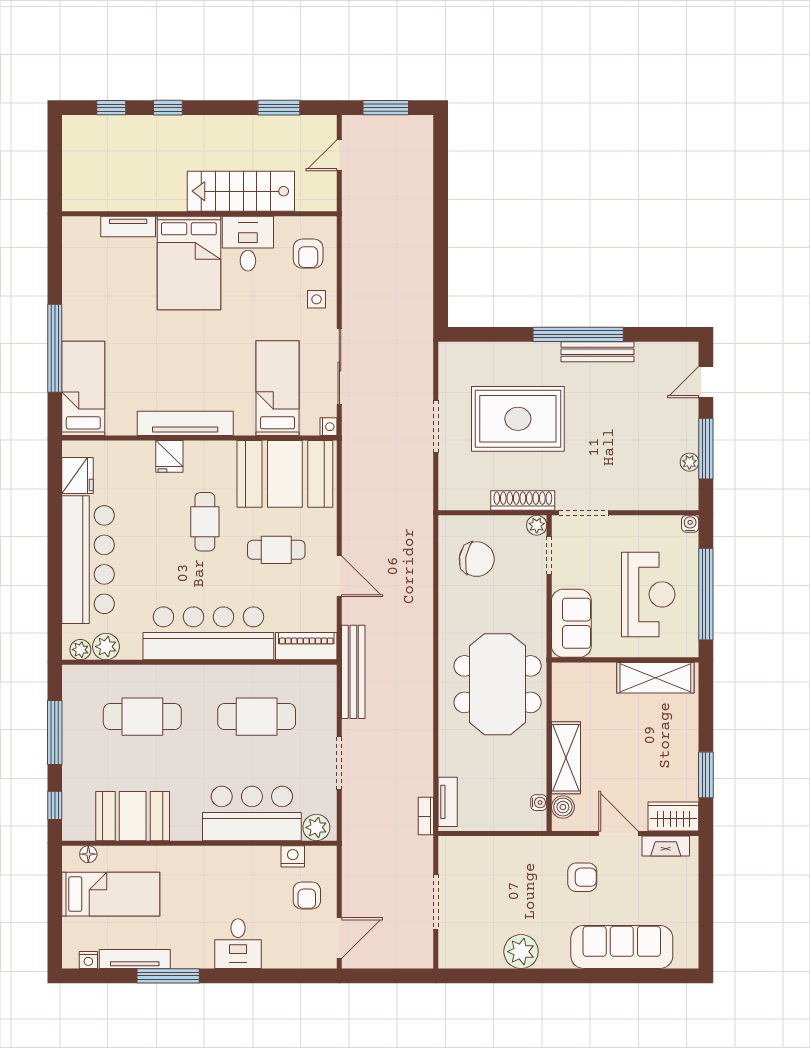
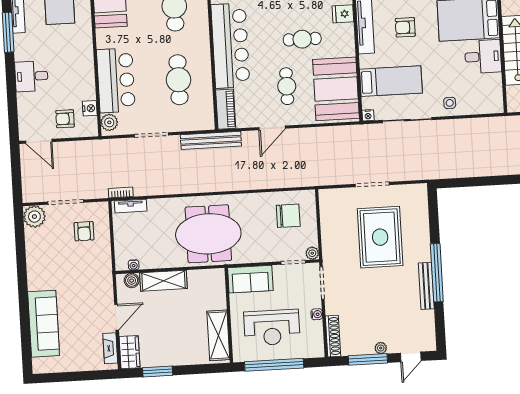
armchair: (308, 254) -> (405, 27), moved
door: (706, 382) -> (411, 357), swing flipped
plant: (689, 462) -> (381, 348), moved
shoe rack: (523, 501) -> (333, 336), moved
water cooler: (690, 524) -> (317, 314), moved
chair: (477, 559) -> (288, 216), turned -99
armchair: (582, 877) -> (84, 231), moved
plant: (521, 952) -> (34, 217), moved

